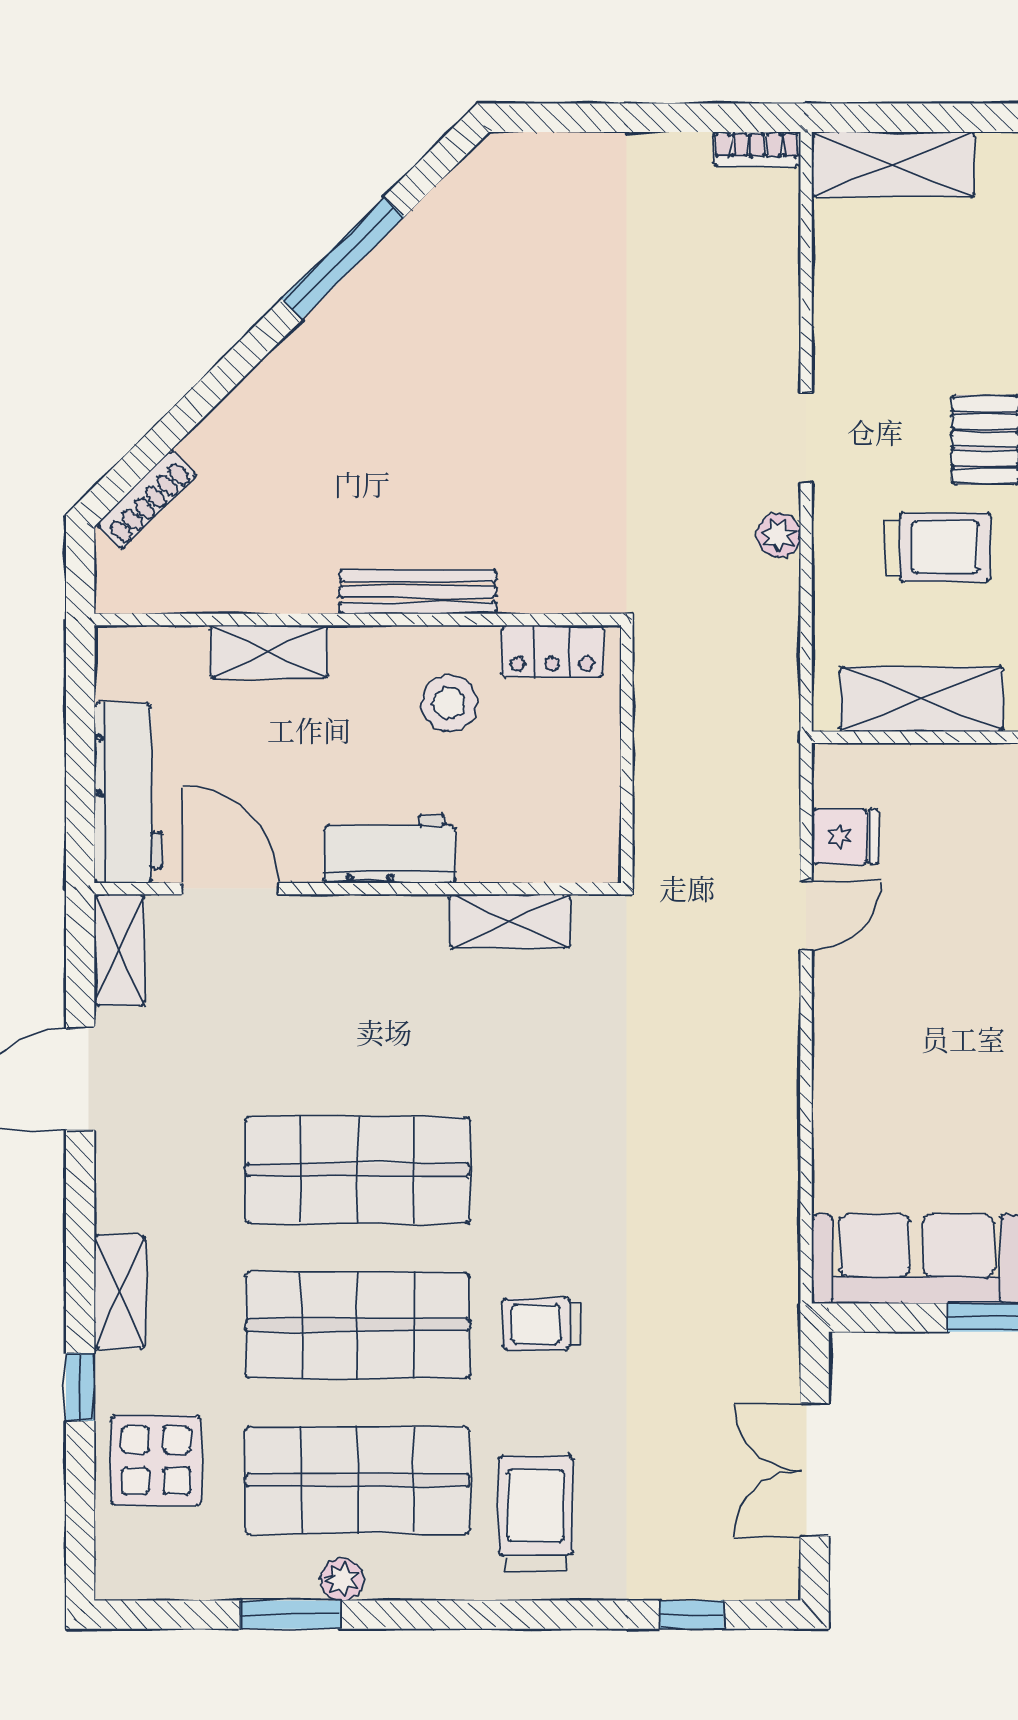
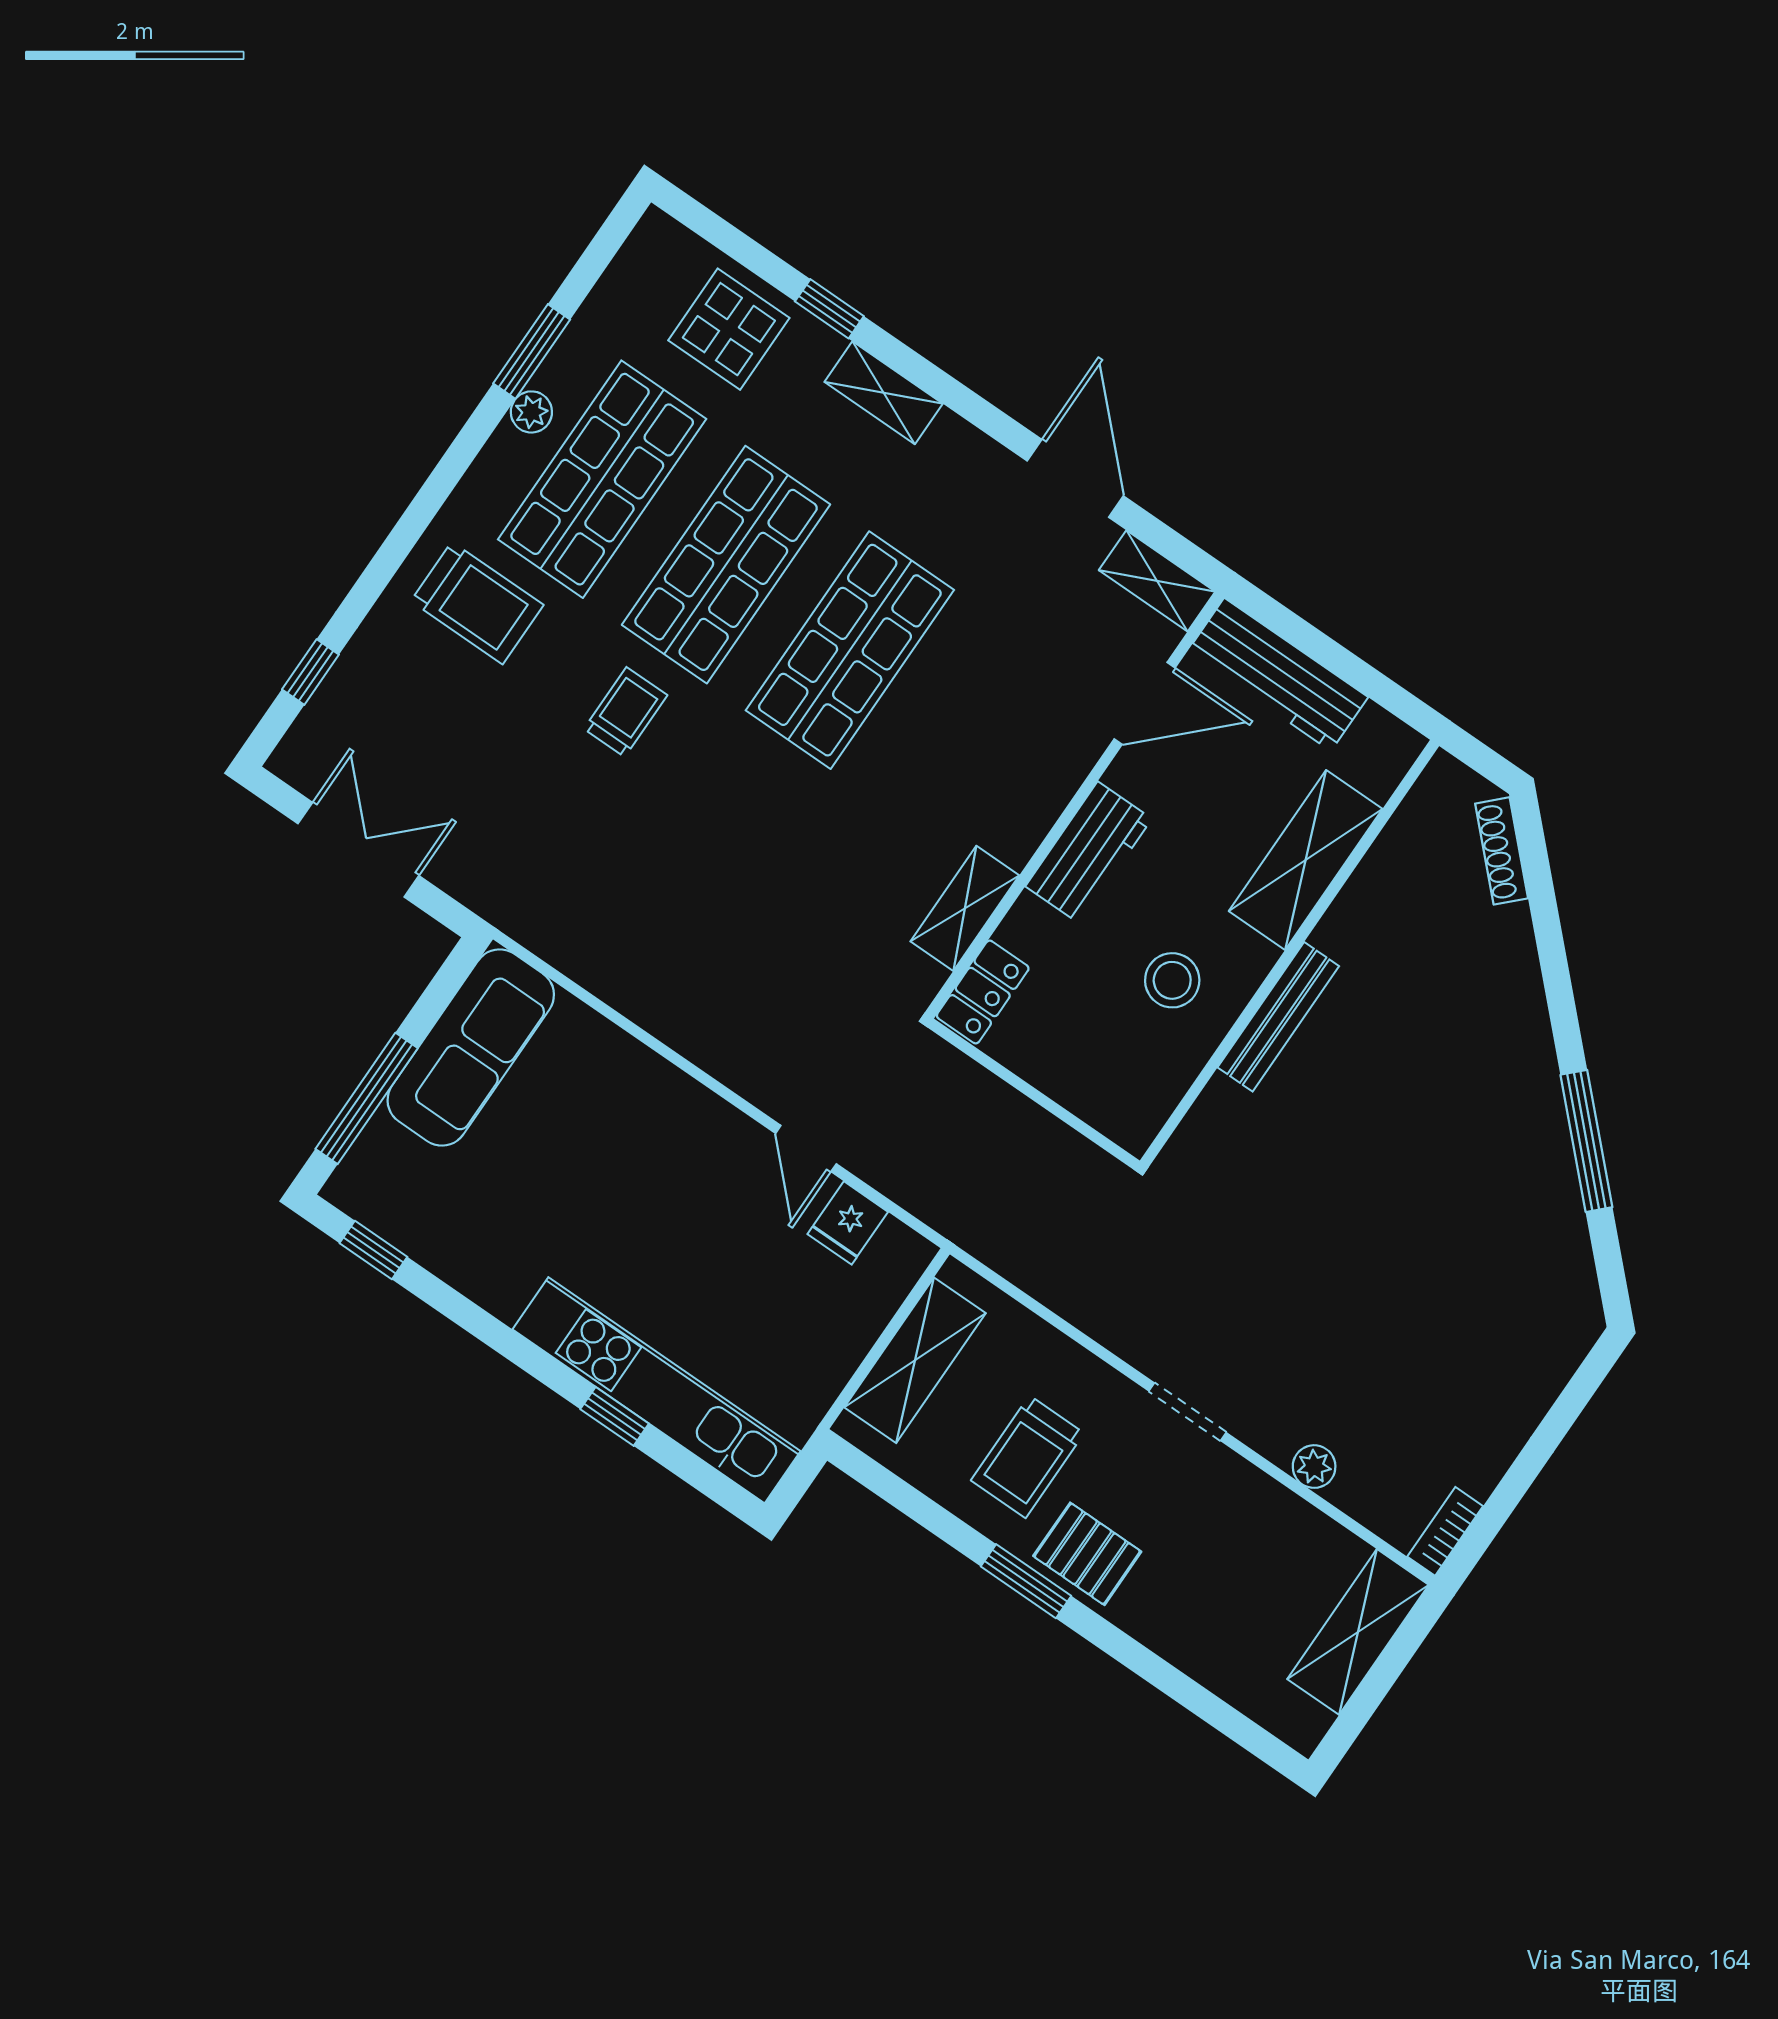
plant: (779, 535) -> (1314, 1467), moved
locker: (552, 651) -> (983, 992), moved, turned 180
shelving: (269, 652) -> (1306, 860), width x1.50, depth x1.33

